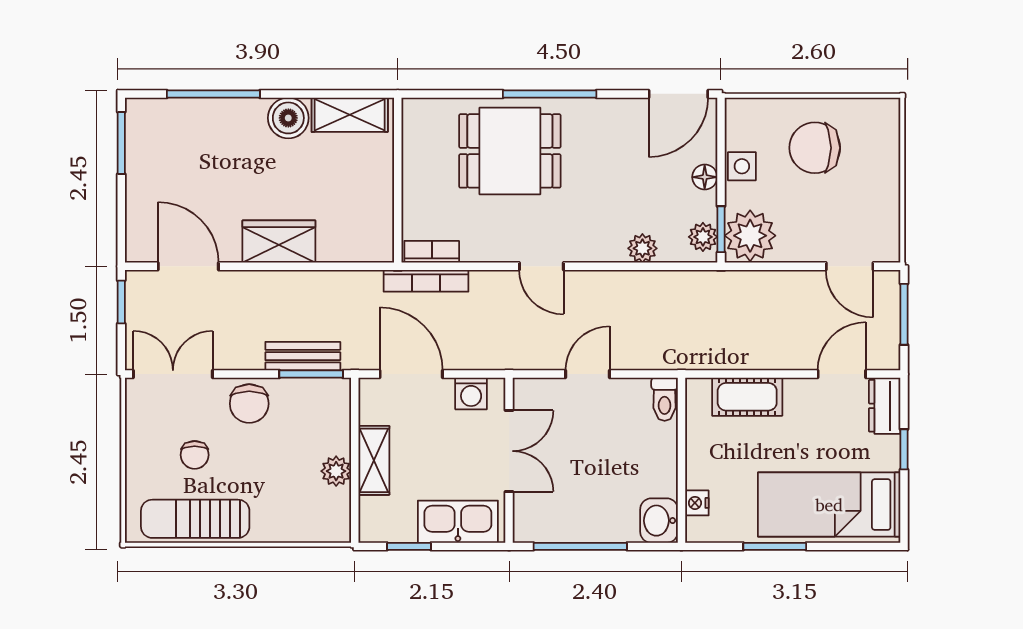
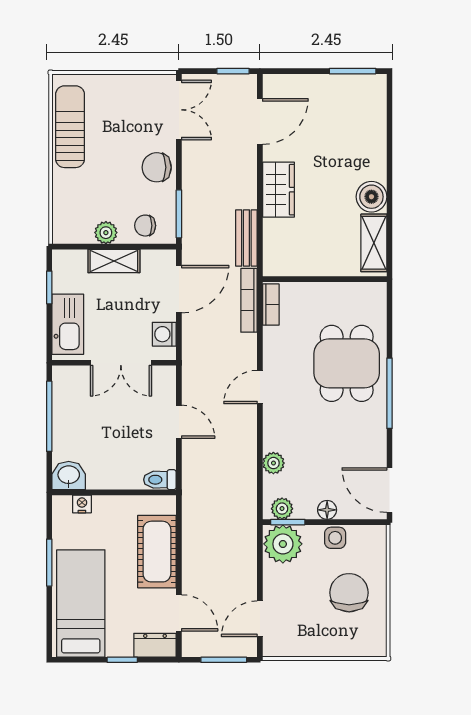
window: (213, 94) -> (389, 140), removed
bench: (303, 356) -> (246, 238), moved
cot: (747, 397) -> (157, 552), width x1.37, depth x1.34
chair: (195, 455) -> (145, 226), moved

